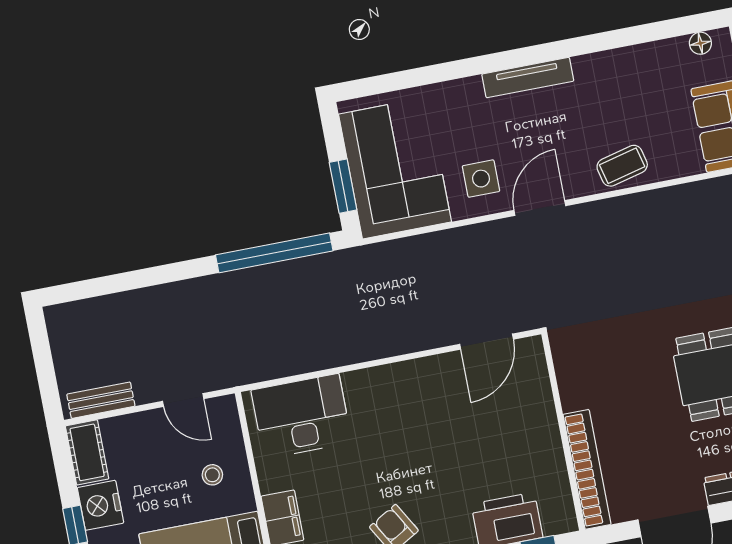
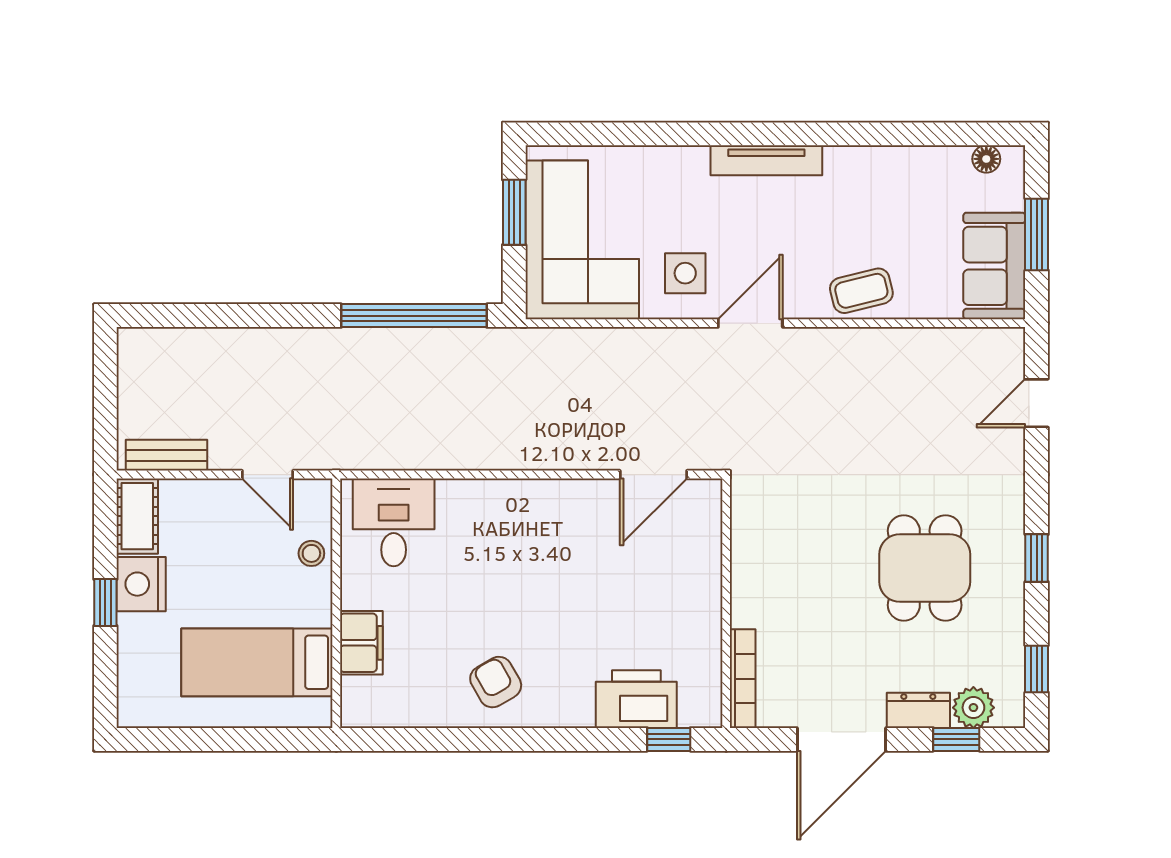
window: (343, 186) -> (514, 212), moved
desk: (301, 416) -> (394, 522), width x0.73
bookcase: (587, 469) -> (743, 679), width x0.68, depth x0.76
stool: (212, 475) -> (311, 553), moved

